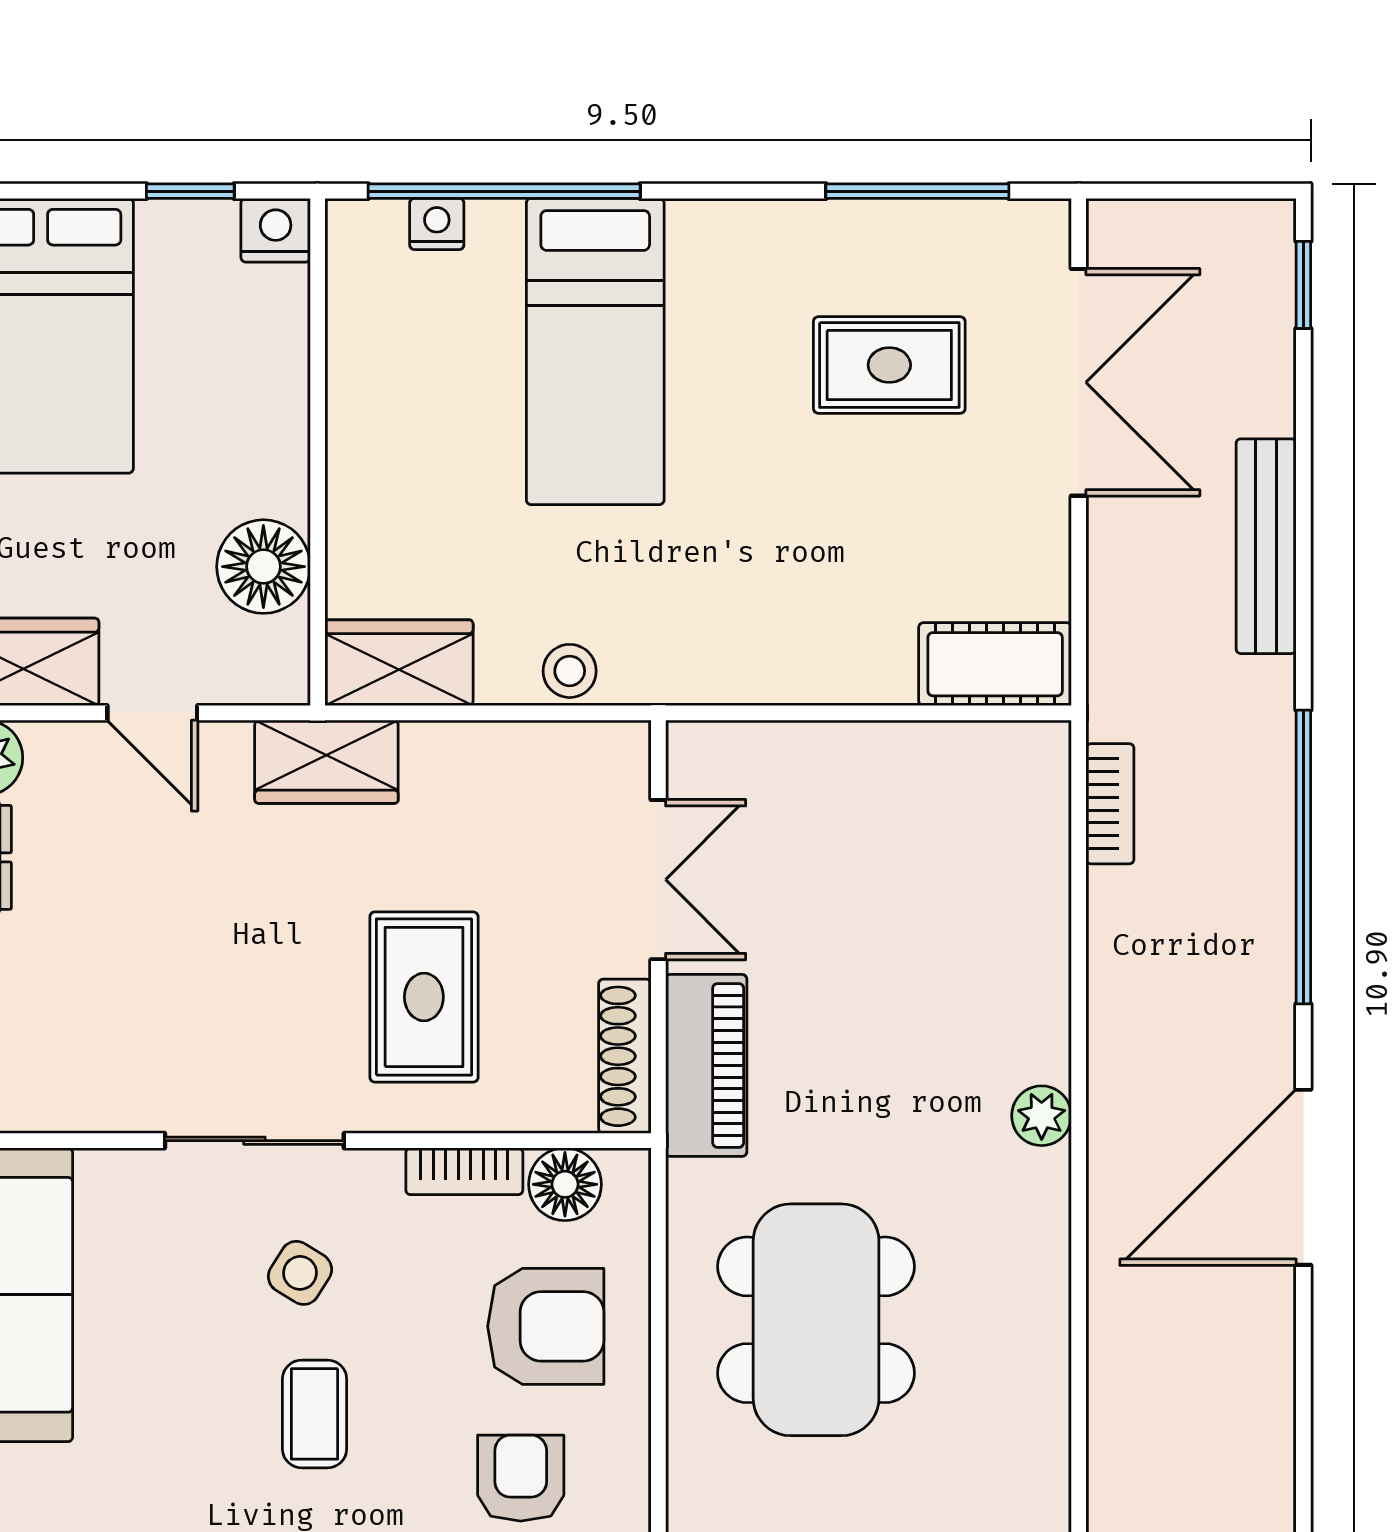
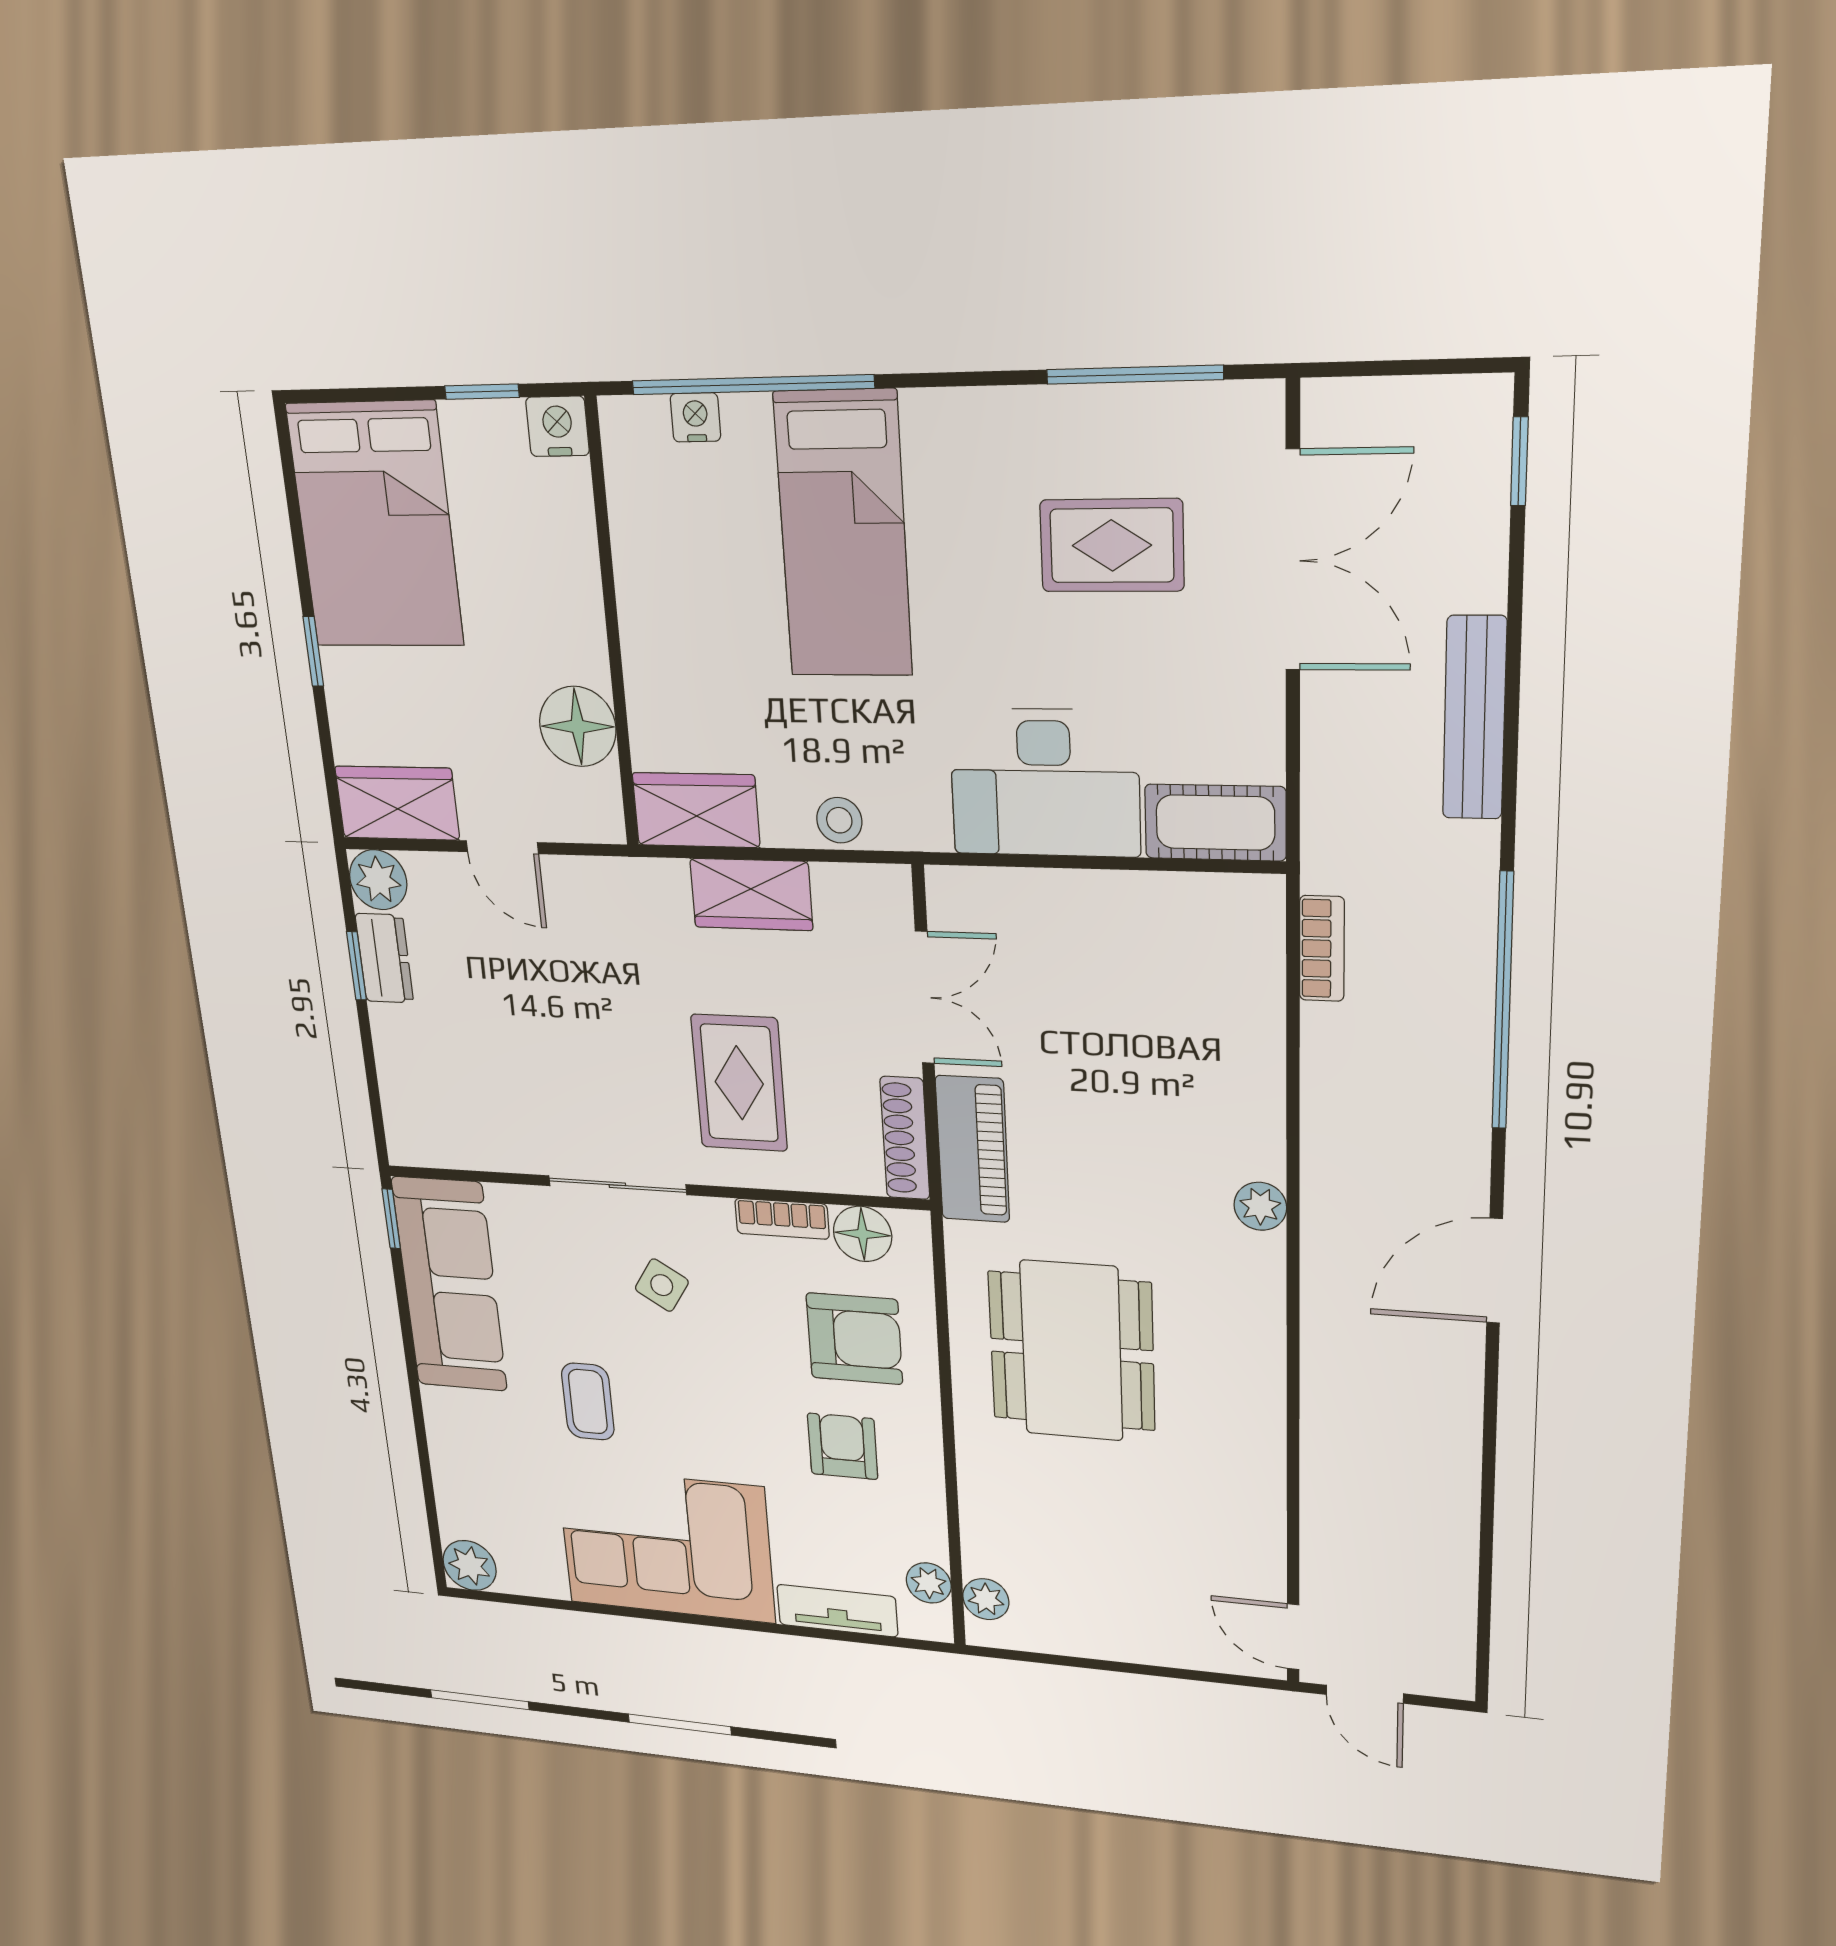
desk: (808, 623) -> (1045, 783), added
wardrobe: (326, 762) -> (751, 894), moved
door: (1303, 1177) -> (1495, 1271), width x0.73
coffee table: (315, 1414) -> (588, 1402), moved

